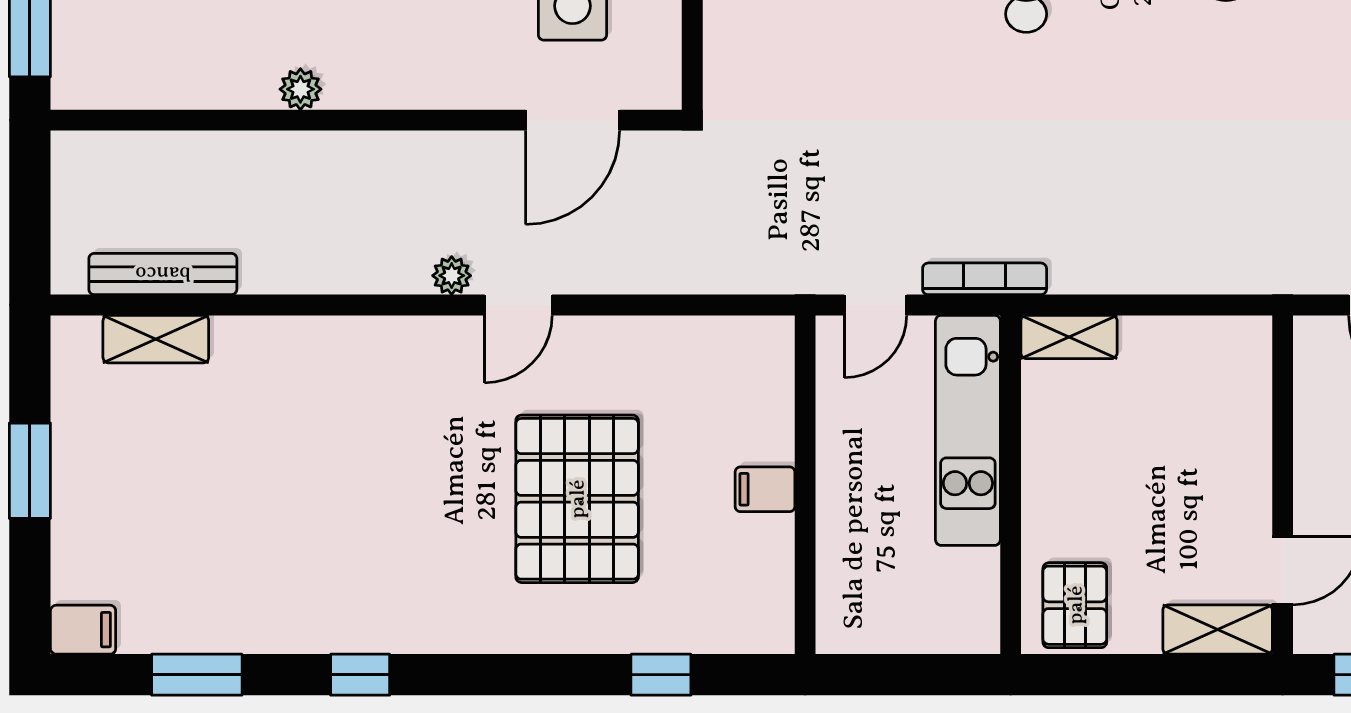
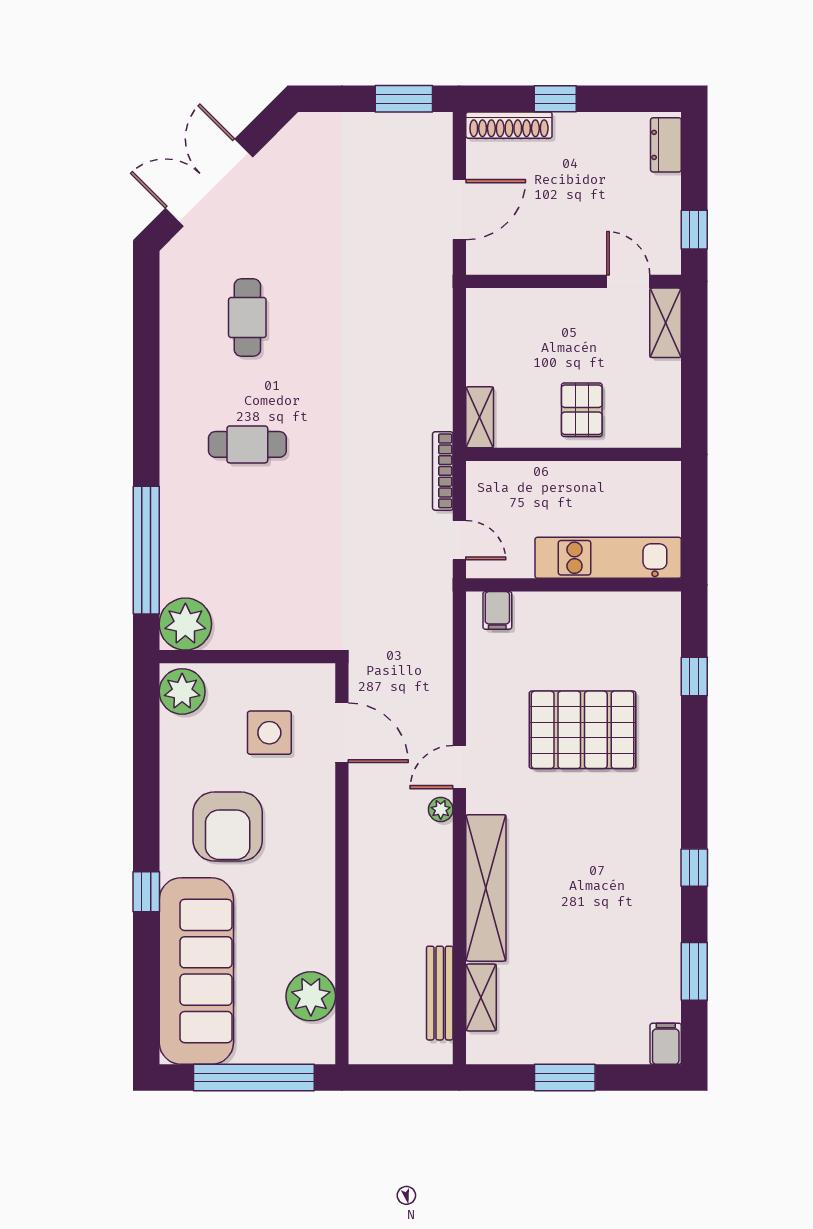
plant: (300, 89) -> (311, 996), moved, width x1.87, depth x1.87
door: (518, 305) -> (459, 767), swing flipped
shelving: (328, 347) -> (486, 888), added
kitchen unit: (968, 430) -> (608, 558), moved, turned 180
filing cabinet: (765, 489) -> (497, 610), moved
pallet: (1075, 605) -> (582, 410), moved, turned 90

